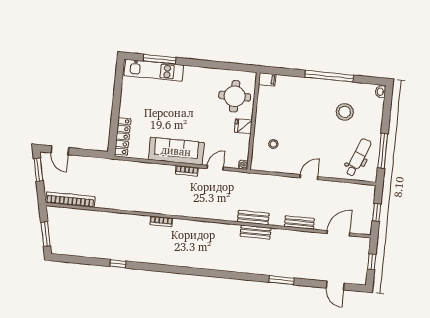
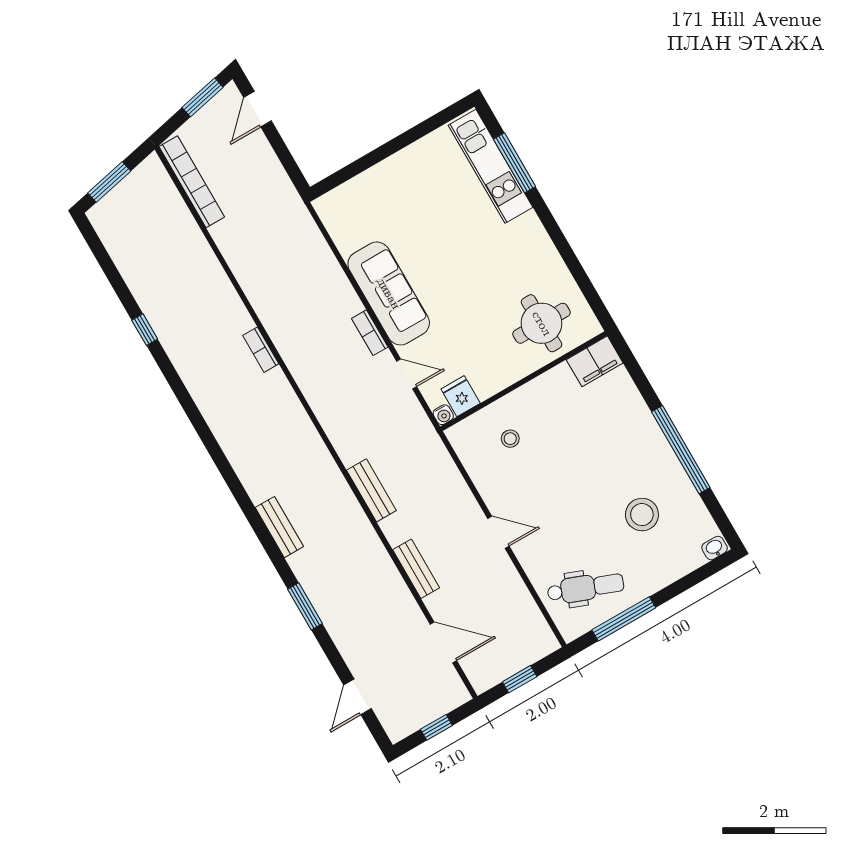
filing cabinet: (267, 79) -> (595, 361), width x2.00
fridge: (243, 126) -> (461, 396), moved
locker: (123, 136) -> (351, 192), removed
bench: (256, 232) -> (279, 527), moved

